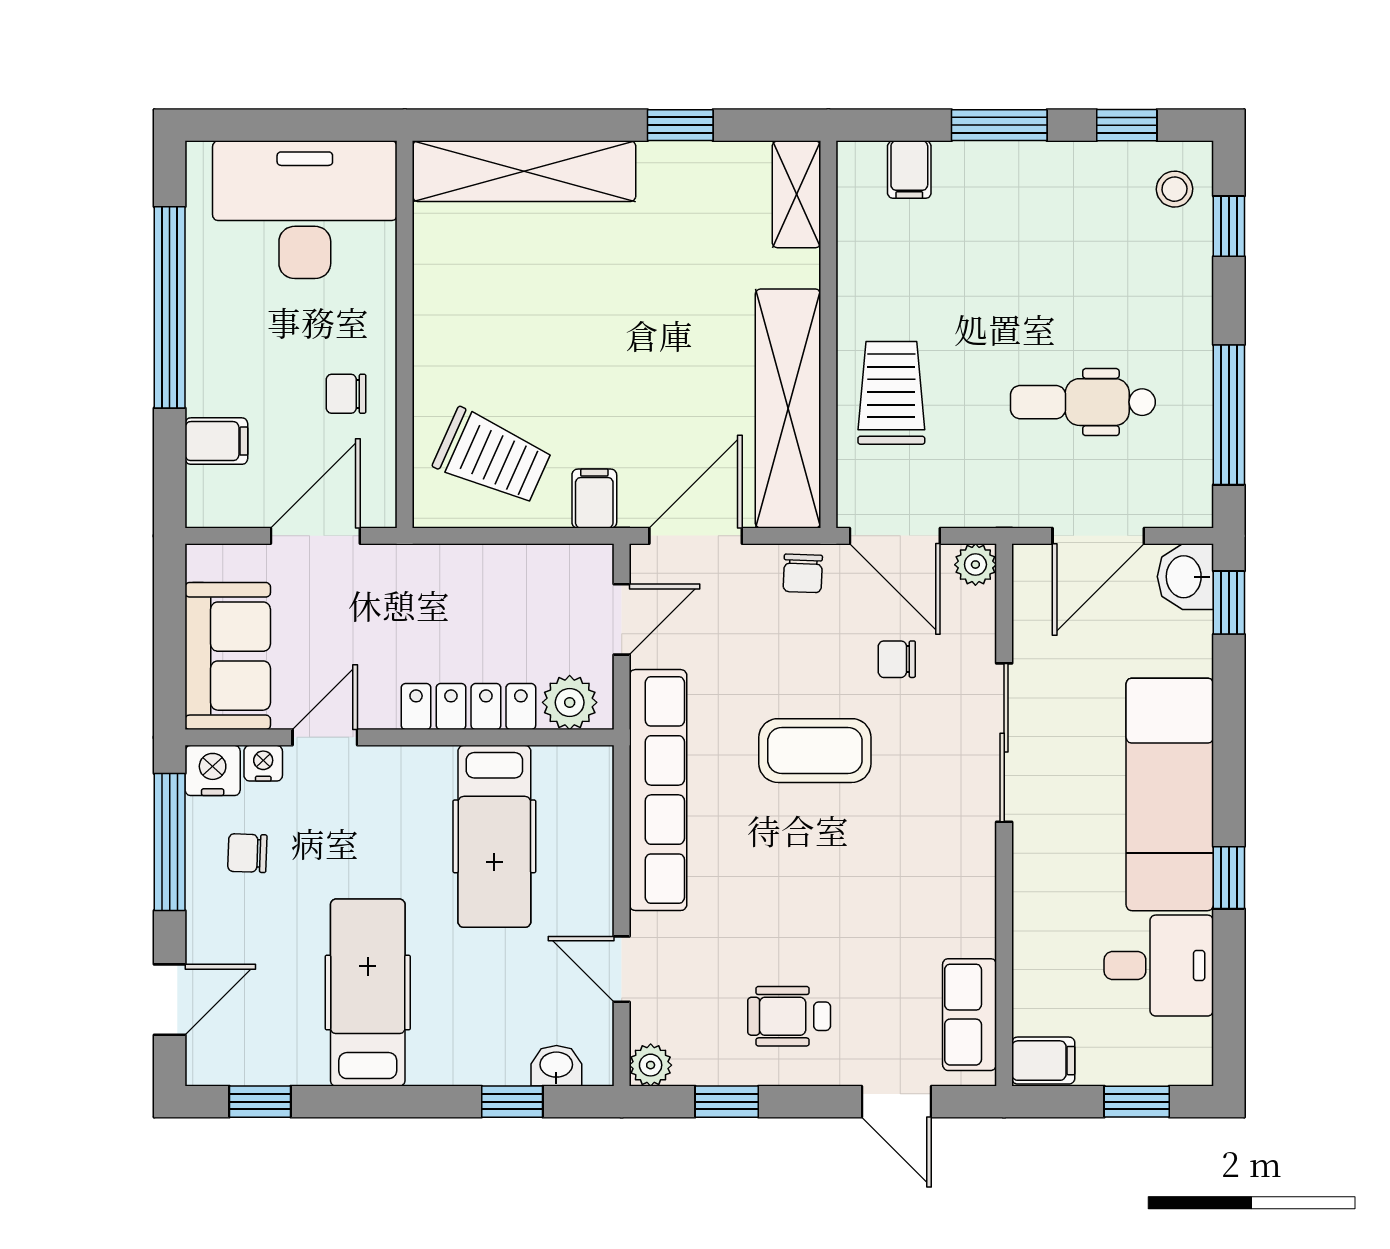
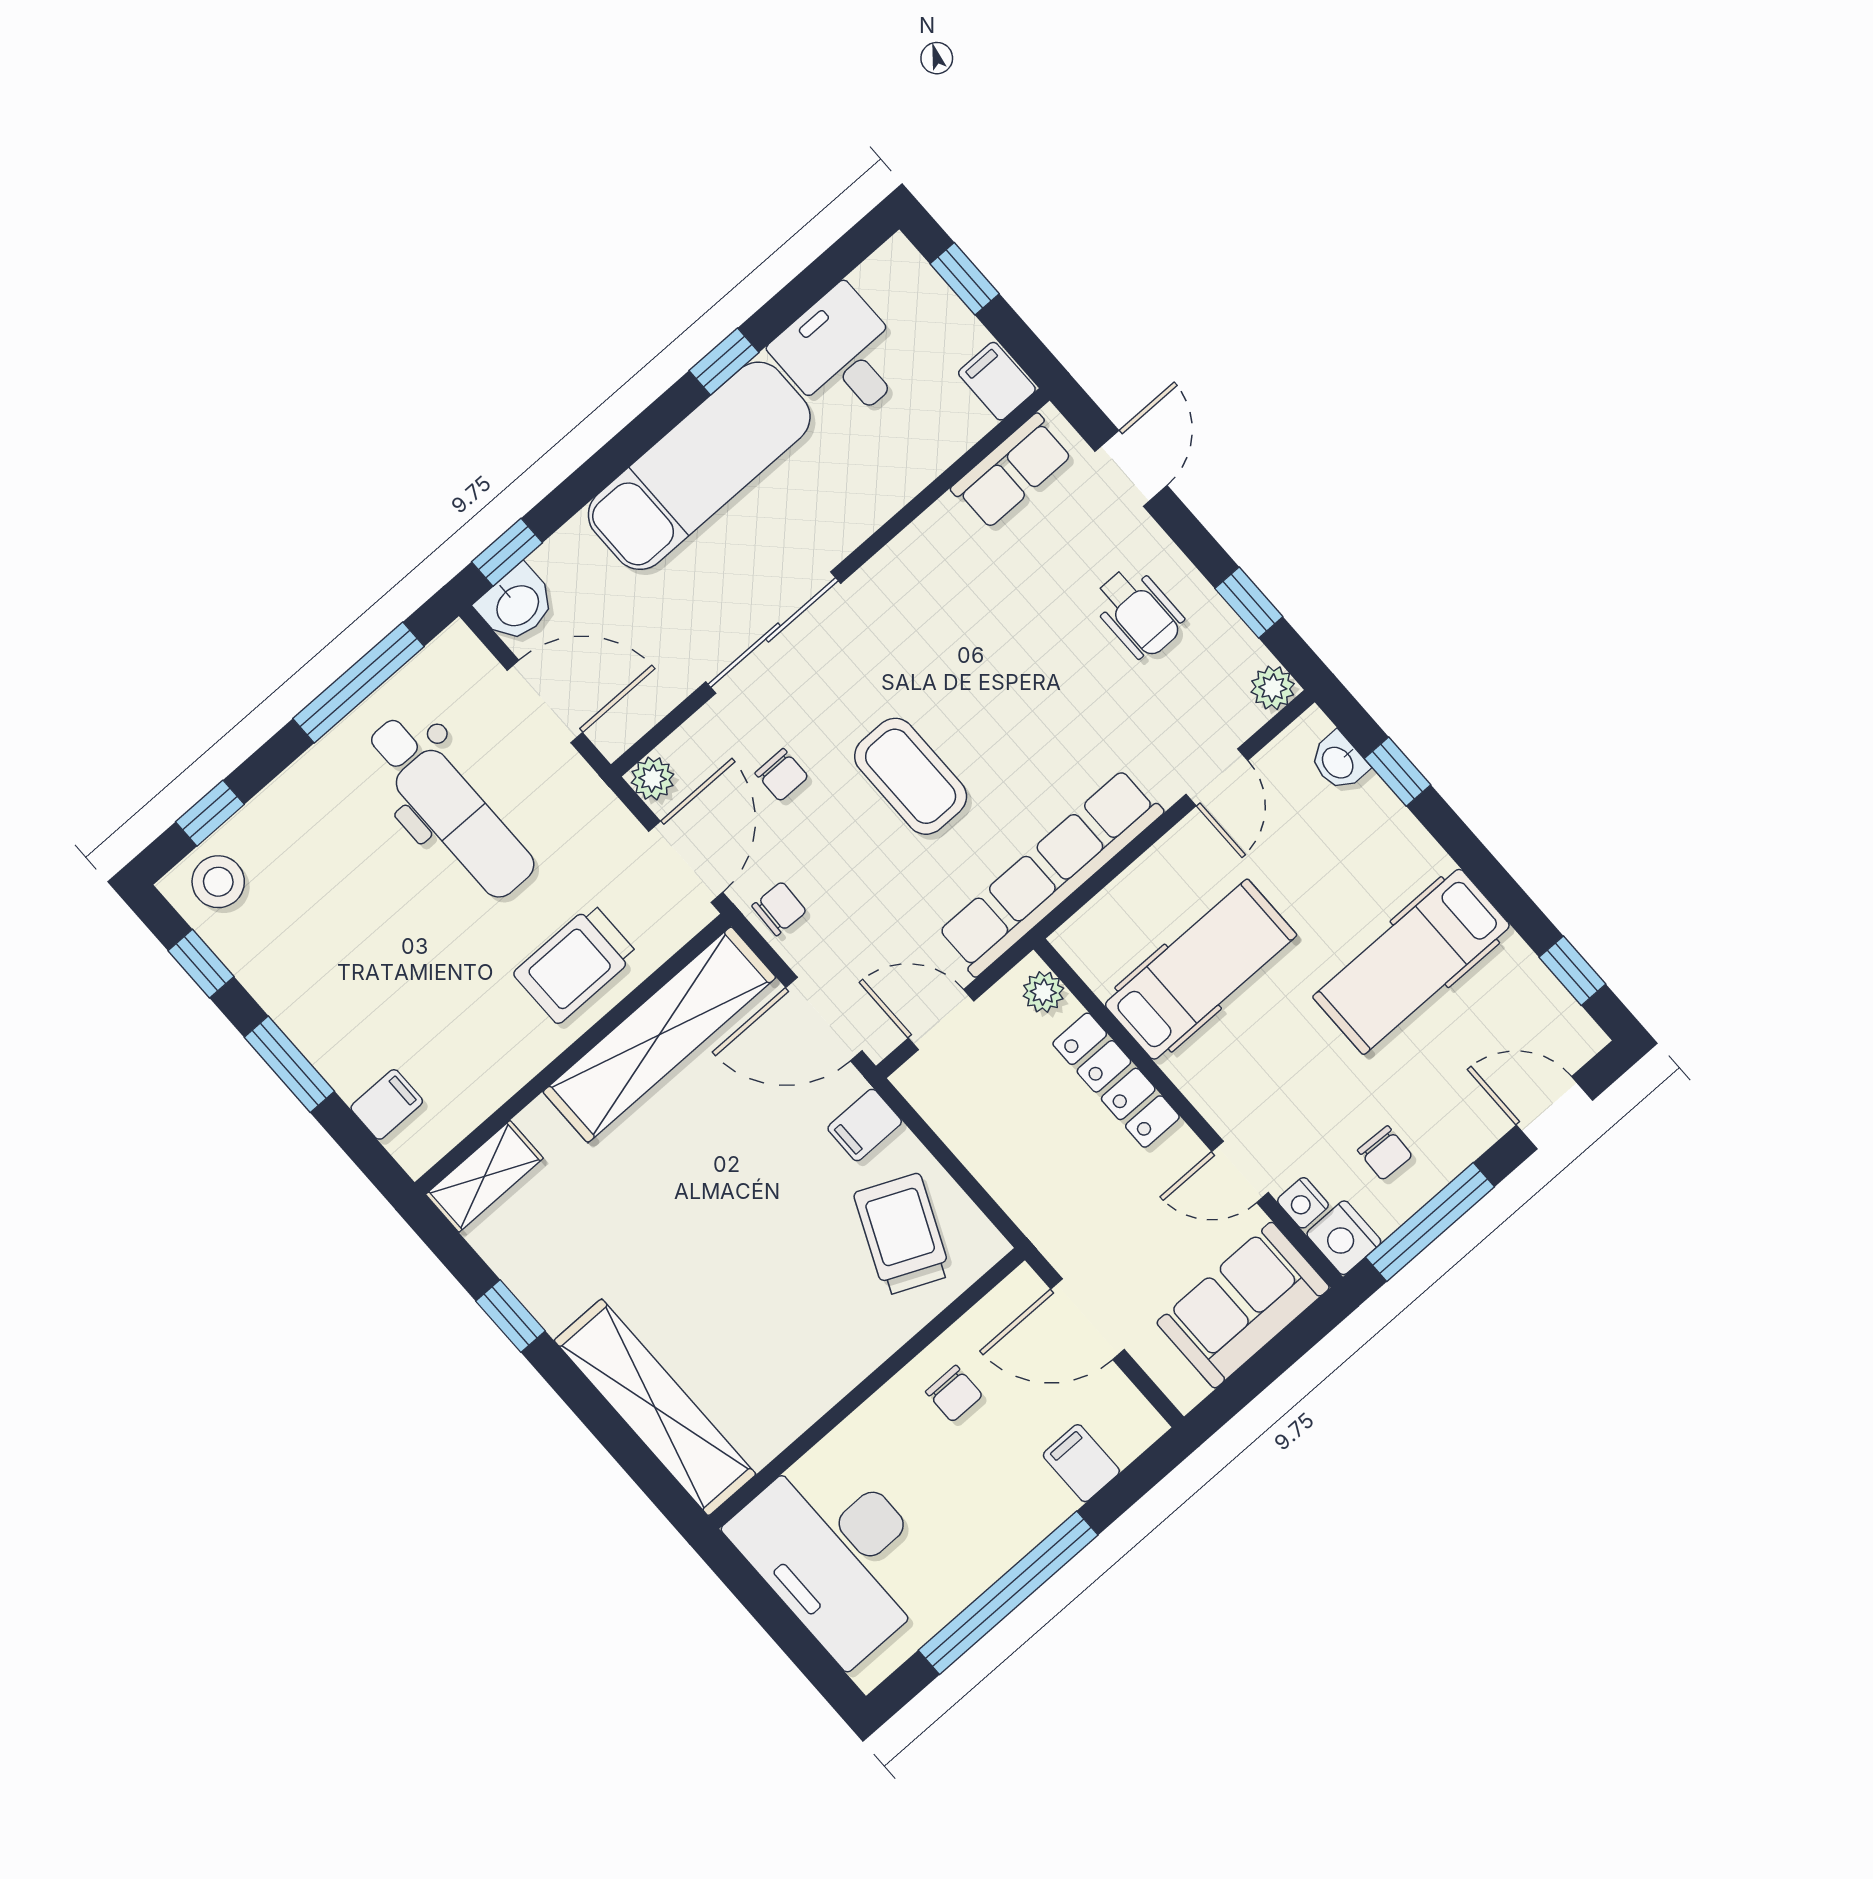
stool: (1174, 189) -> (218, 882), width x1.37, depth x1.37
dental chair: (1083, 402) -> (450, 806), width x1.36, depth x1.38
plant: (570, 702) -> (1043, 992), width x0.73, depth x0.73

